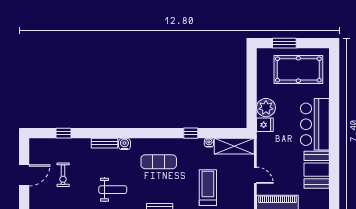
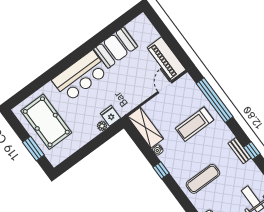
plant: (266, 108) -> (102, 126), width x0.53, depth x0.53
exercise mat: (159, 162) -> (203, 179), turned 90
door: (255, 175) -> (165, 87), moved

